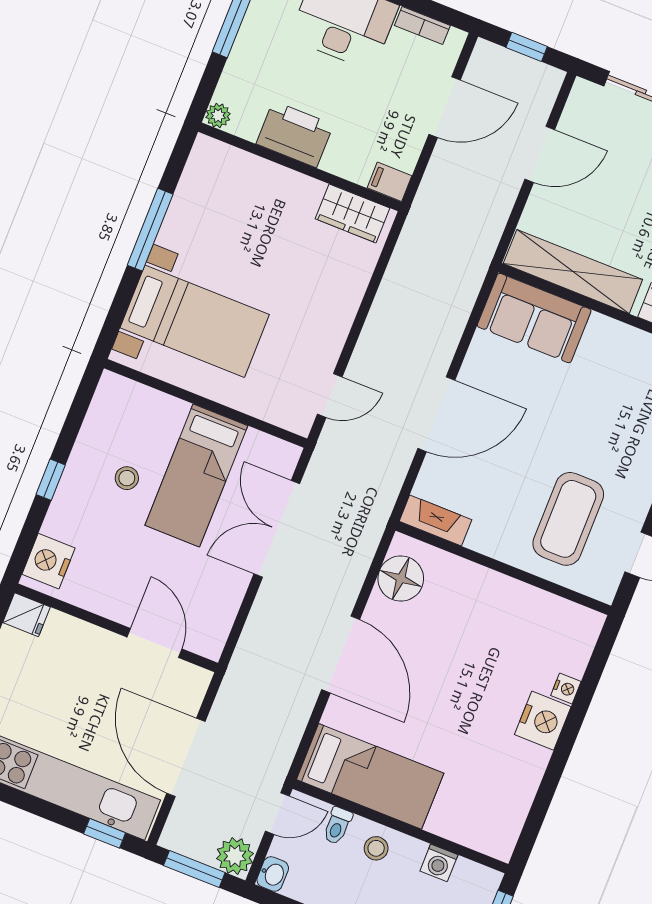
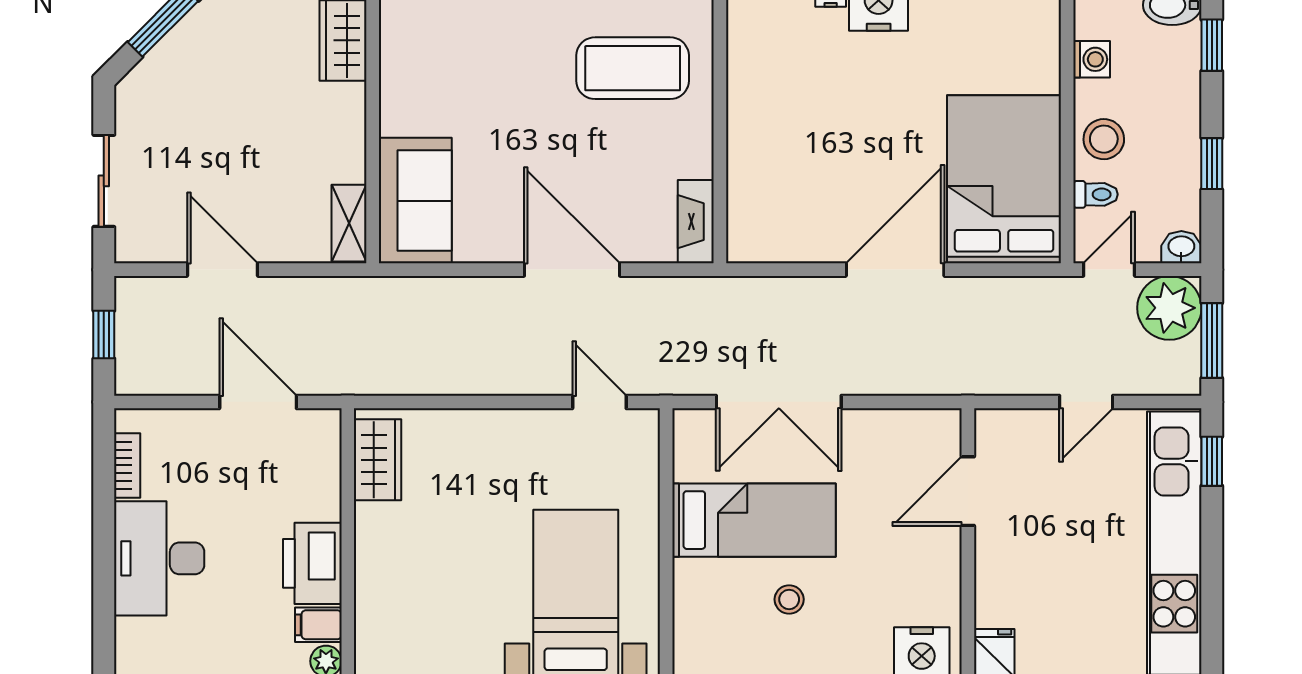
door: (445, 107) -> (258, 402), moved
filing cabinet: (390, 182) -> (318, 625), moved, turned 90
shelving: (573, 272) -> (349, 223), width x0.45, depth x0.75
floor lamp: (401, 579) -> (779, 235), removed
door: (186, 757) -> (1086, 402), width x0.53
bed: (370, 776) -> (1004, 179), width x1.50
door: (277, 814) -> (1109, 270), hinge flipped
stool: (376, 848) -> (1104, 139), width x1.37, depth x1.37
plant: (235, 856) -> (1169, 308), width x1.36, depth x1.36

